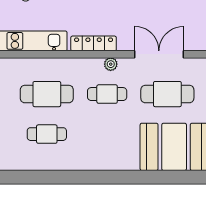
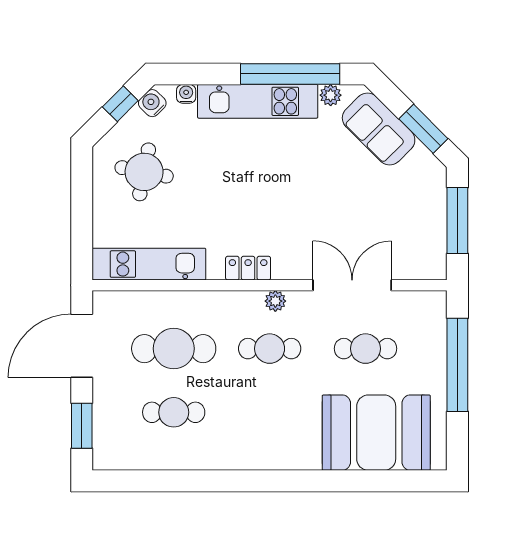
locker: (94, 43) -> (248, 268), width x0.66
cafe table: (167, 94) -> (366, 349), width x0.73, depth x0.74

